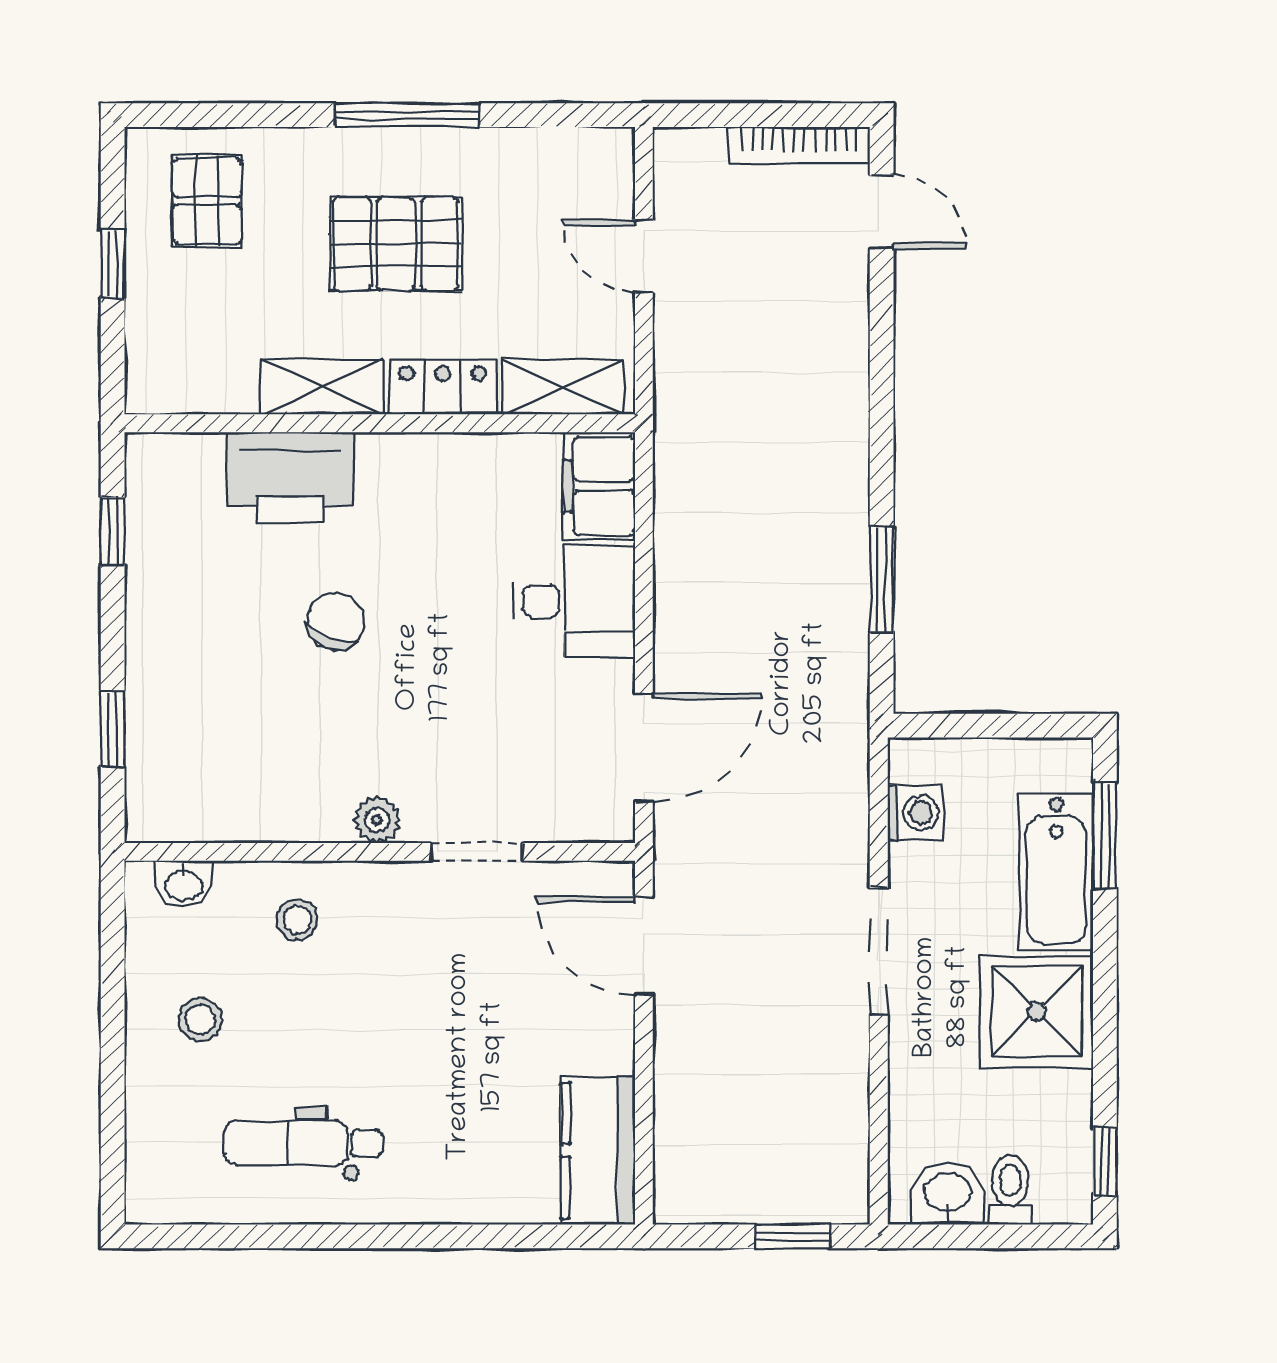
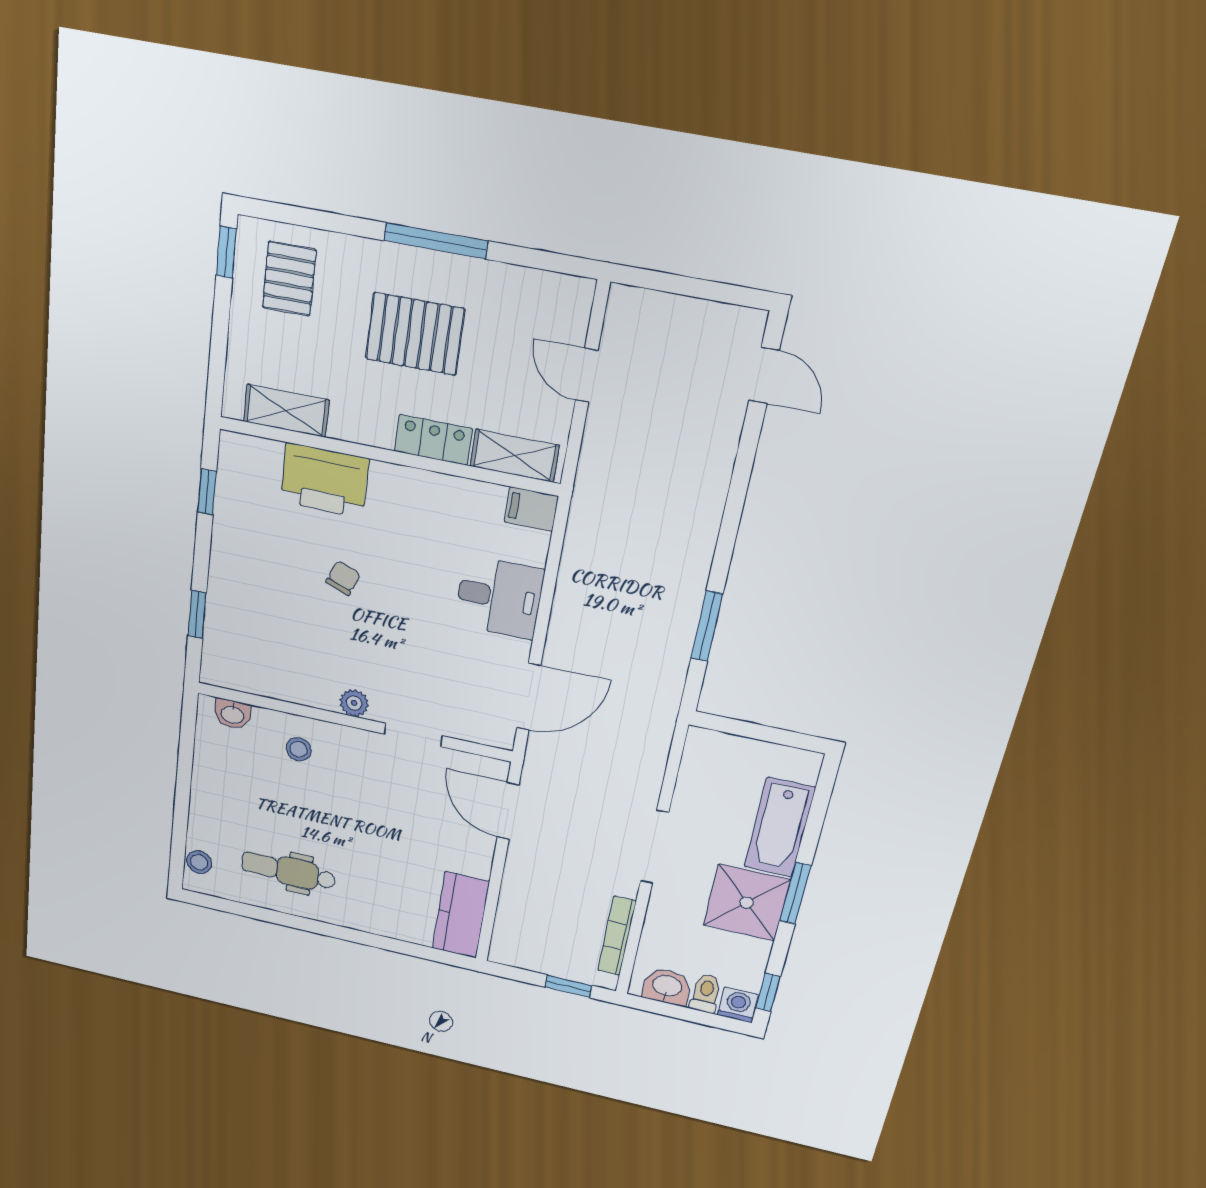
bookcase: (799, 145) -> (617, 936), moved, turned 90
window: (113, 264) -> (226, 252), moved
shelving: (322, 387) -> (286, 411), moved
filing cabinet: (599, 486) -> (531, 509), width x0.50
chair: (336, 621) -> (343, 578), width x0.73, depth x0.73
washing machine: (915, 813) -> (738, 1005), moved, turned -90
window: (1105, 835) -> (795, 893), moved
stool: (200, 1019) -> (199, 862), moved

